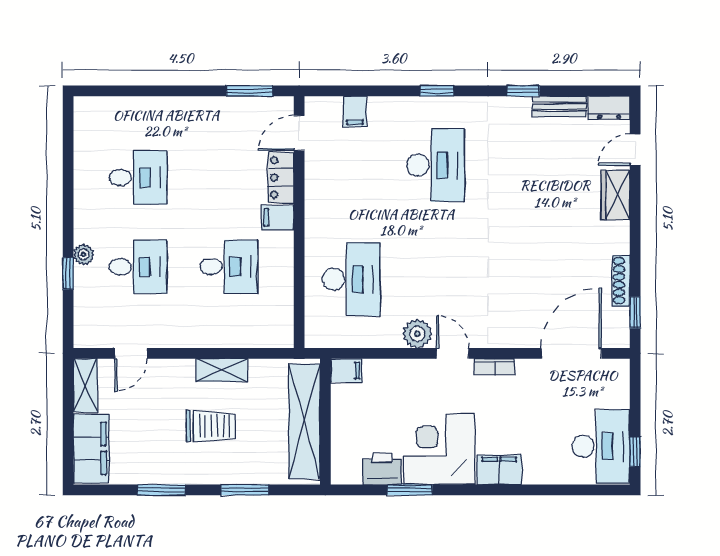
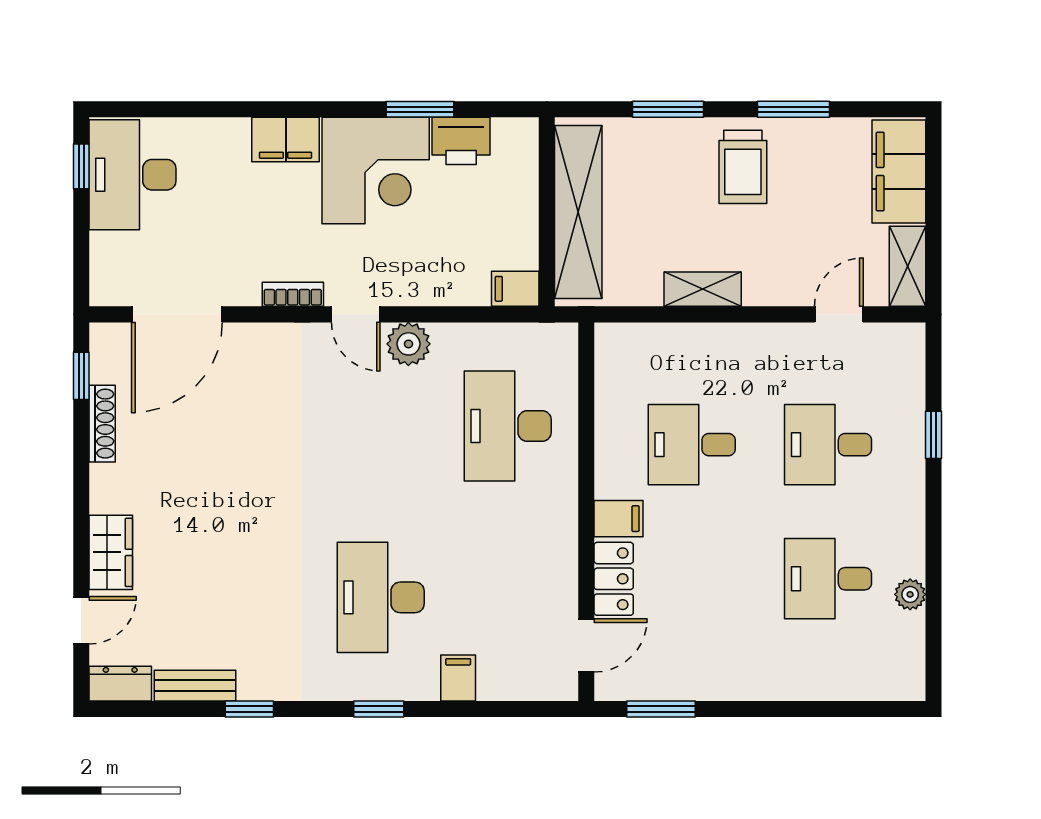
filing cabinet: (355, 111) -> (458, 678), moved
plant: (84, 254) -> (910, 594), moved
trolley: (211, 426) -> (743, 167), moved, turned -90

